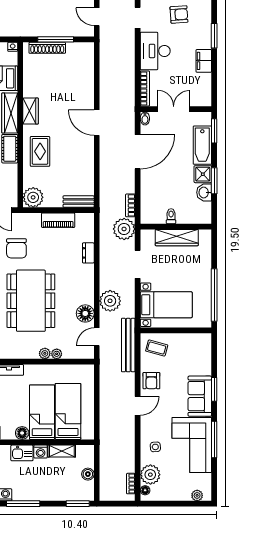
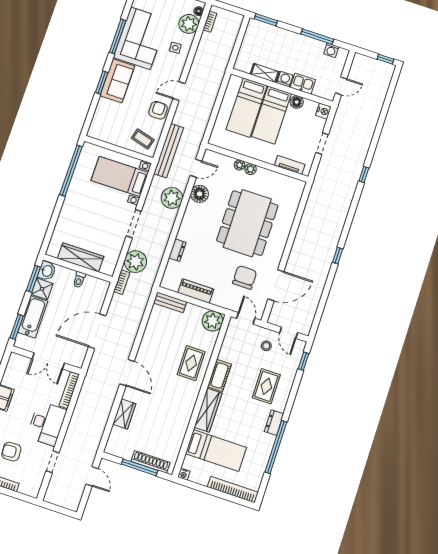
wardrobe: (31, 111) -> (124, 414), moved, turned 180
bidet: (145, 118) -> (79, 361), removed
toilet: (171, 216) -> (79, 280), moved
wall: (176, 227) -> (78, 268), moved
wardrobe: (177, 238) -> (81, 257), moved
boiler: (88, 474) -> (247, 44), removed

